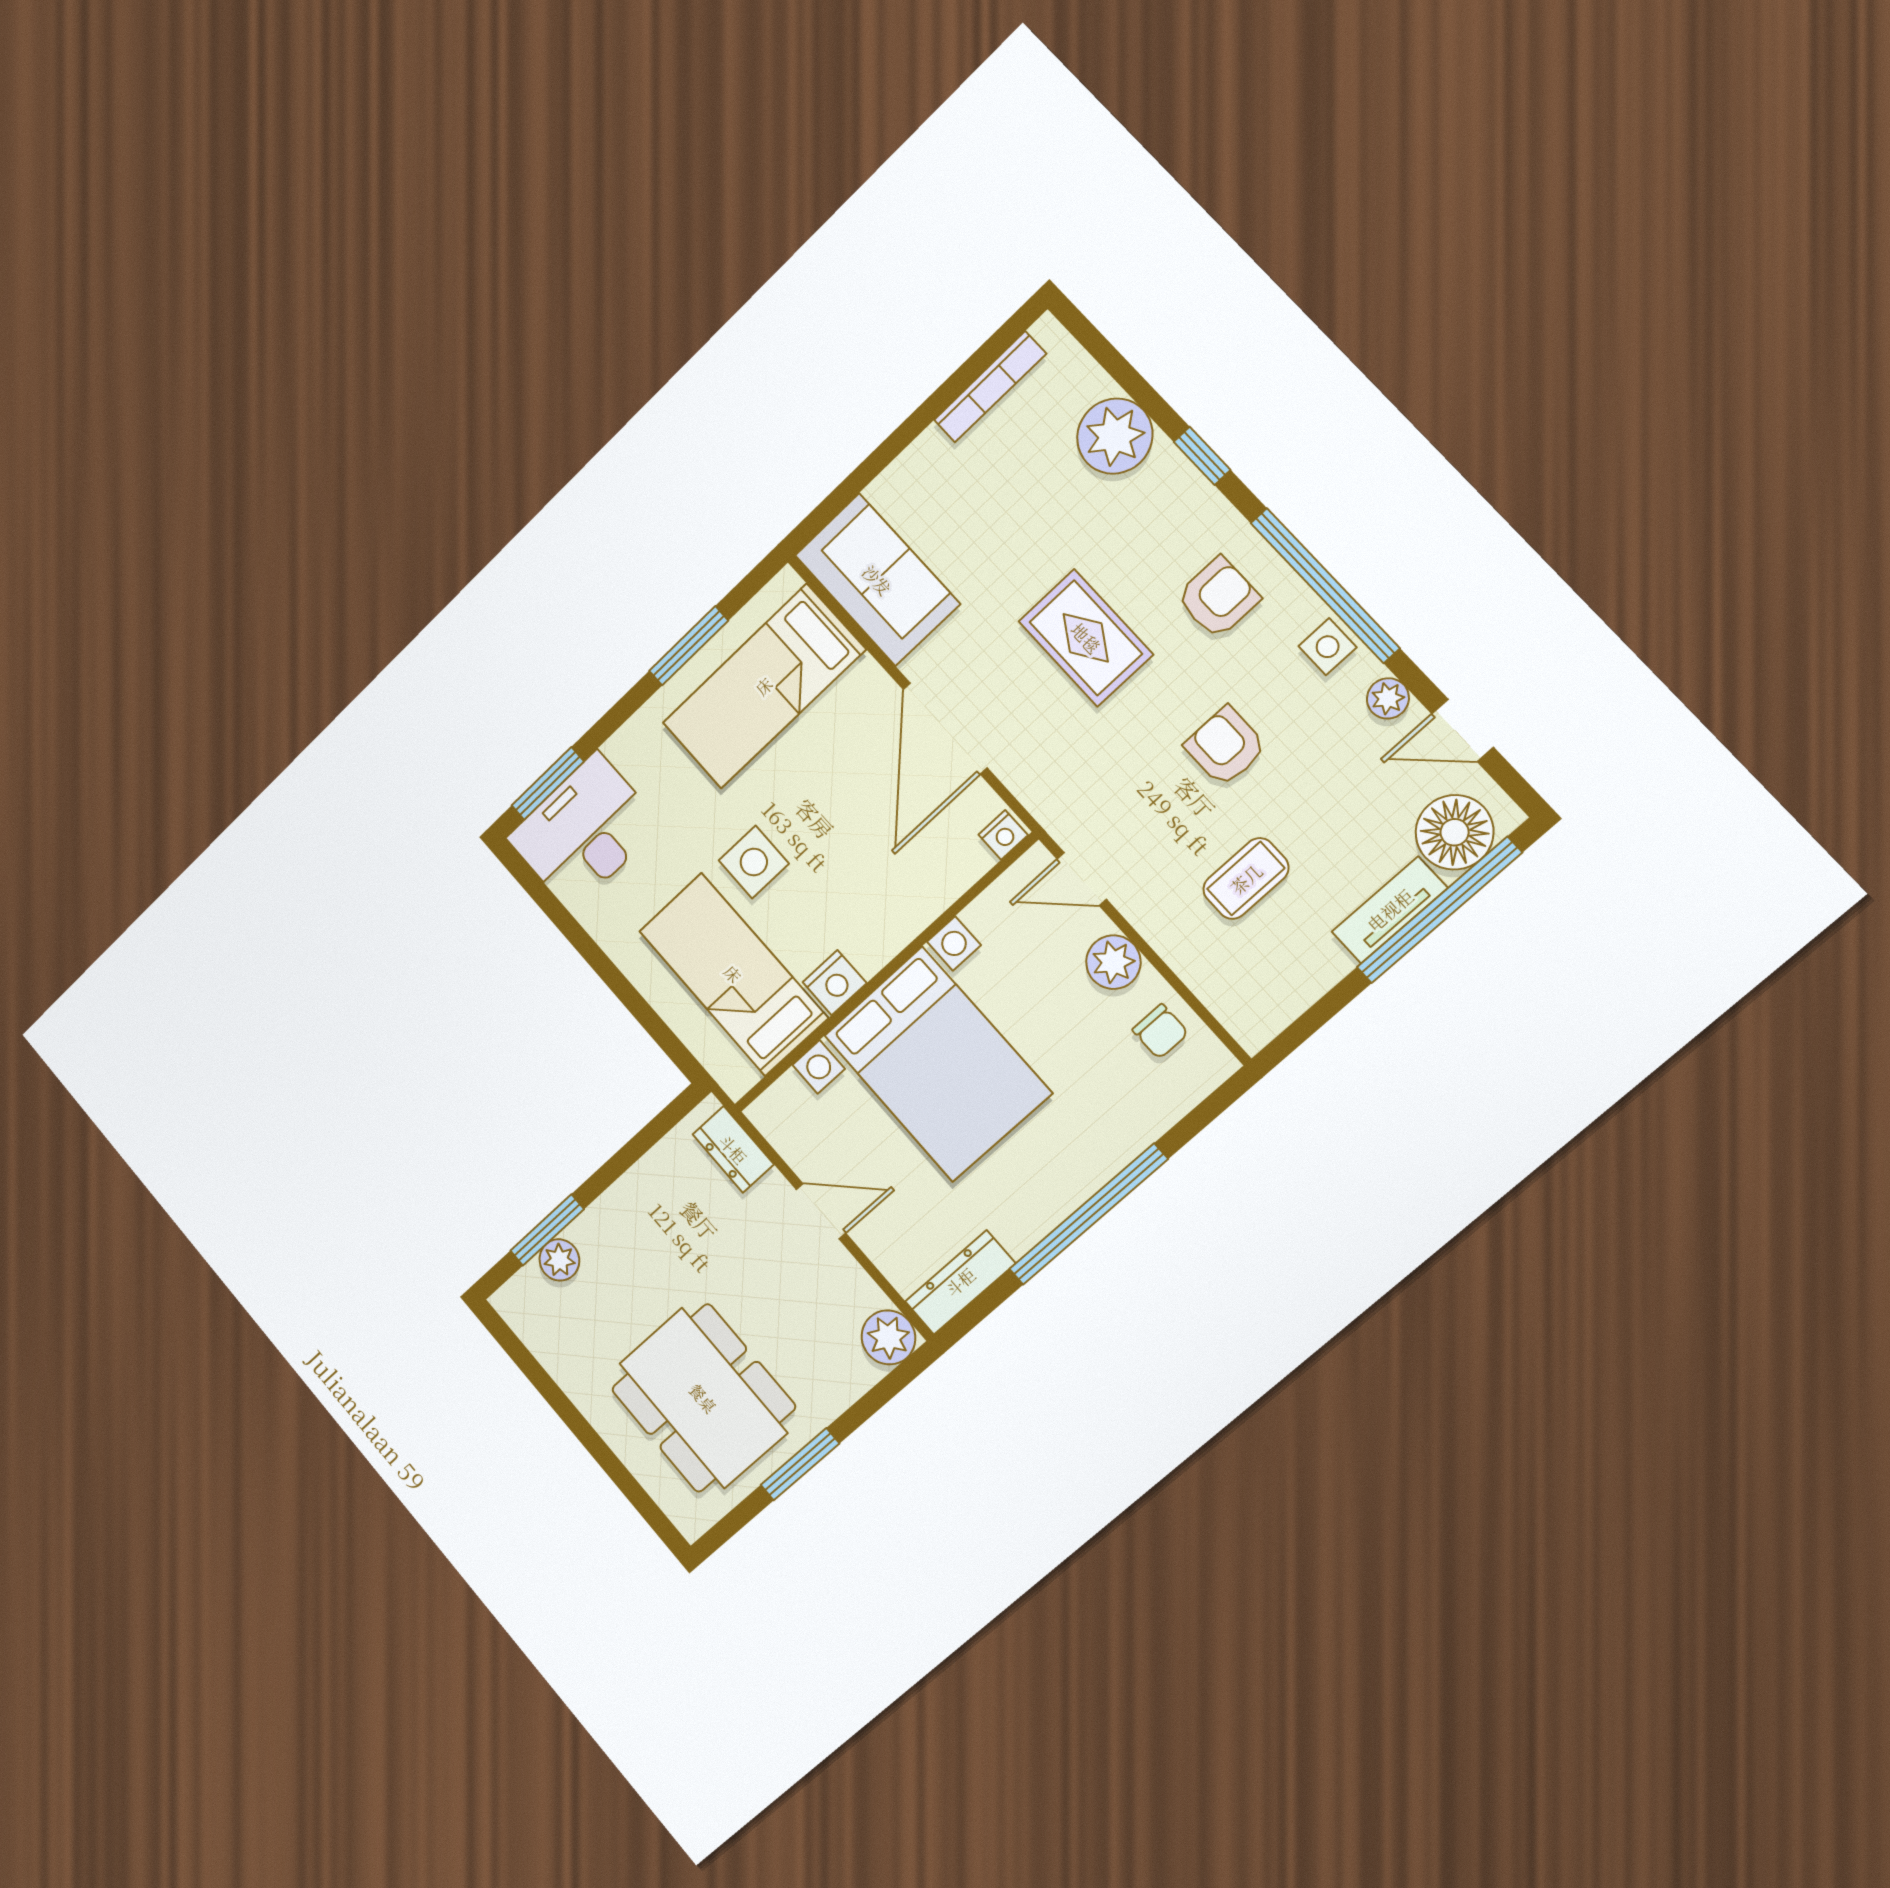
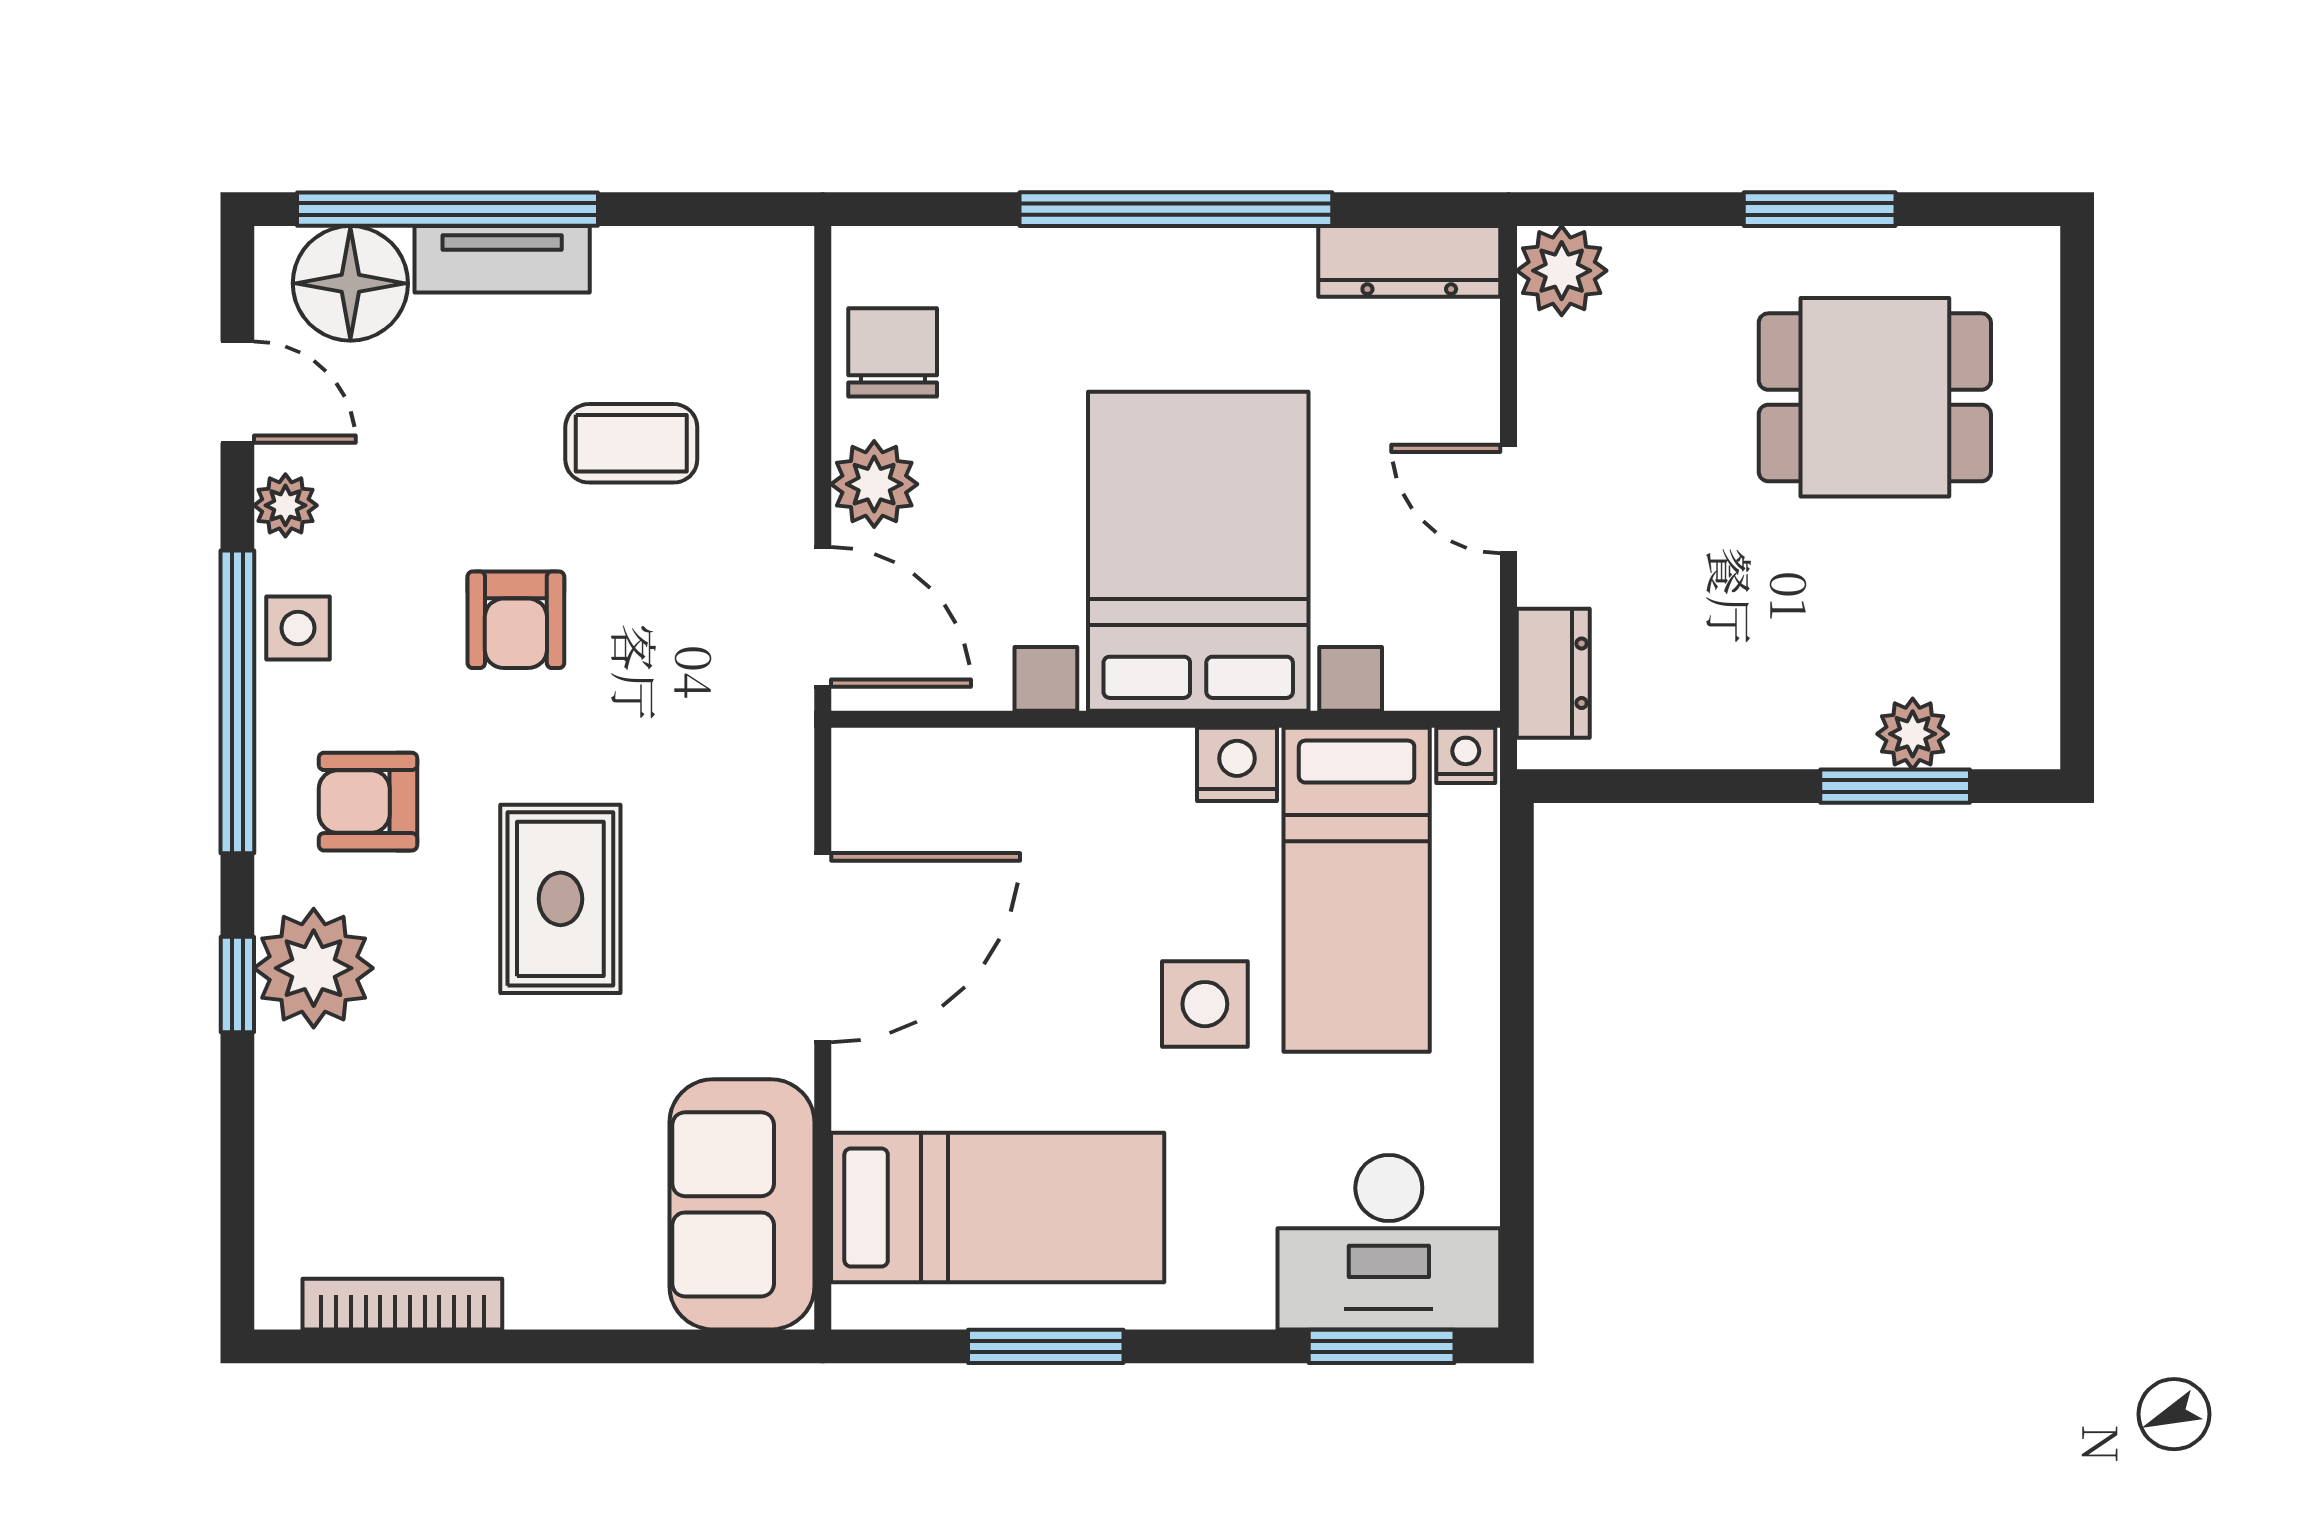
plant: (1115, 436) -> (314, 968), moved
nightstand: (1003, 835) -> (1466, 755), moved
door: (1082, 879) -> (823, 617), width x1.38
chair: (1160, 1031) -> (893, 352), width x1.37, depth x1.37
dining table: (703, 1398) -> (1875, 397), width x0.73

